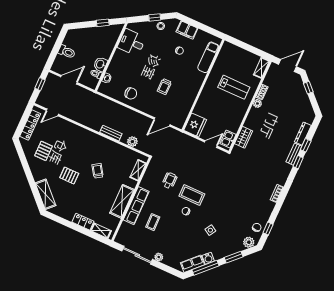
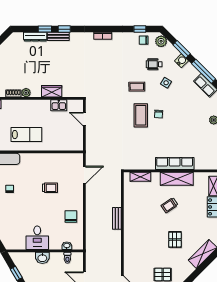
desk: (132, 42) -> (37, 238), moved
washbasin: (100, 64) -> (42, 258), moved
lab bench: (234, 87) -> (26, 135), moved, turned 90
door: (162, 122) -> (84, 175), hinge flipped
fridge: (195, 125) -> (73, 142), removed
wardrobe: (244, 137) -> (52, 91), moved
kitchen sink: (228, 139) -> (59, 105), moved
plant: (132, 142) -> (116, 194), removed
trolley: (98, 171) -> (170, 205), moved
wheelchair: (170, 181) -> (154, 64), moved
coffee table: (153, 222) -> (137, 87), moved
water cooler: (208, 258) -> (181, 61), moved

